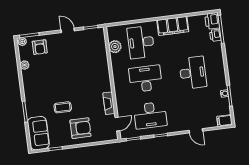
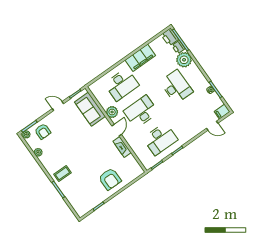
desk: (141, 42) -> (122, 84), turned -90
plant: (115, 47) -> (112, 112), moved
plant: (214, 51) -> (184, 60), added
coffee table: (63, 107) -> (63, 174), moved
door: (117, 124) -> (117, 130), moved
armchair: (80, 128) -> (110, 179), turned 90
door: (196, 131) -> (212, 126), moved
sofa: (38, 133) -> (90, 109), moved, turned 180

